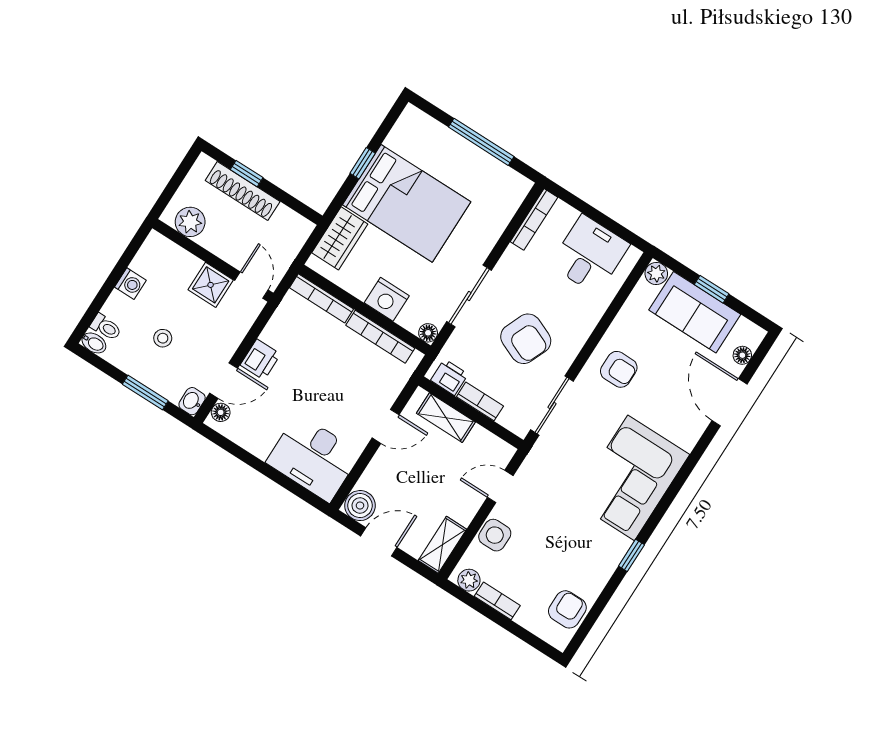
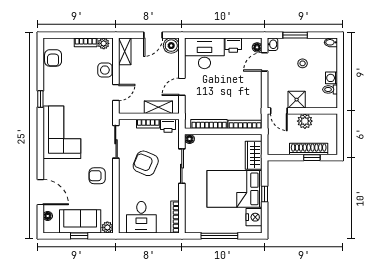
plant: (190, 222) -> (305, 121), moved
nightstand: (387, 299) -> (254, 217), moved, turned 90
toilet: (106, 327) -> (330, 89), moved
printer: (260, 360) -> (233, 45), moved, turned -90

